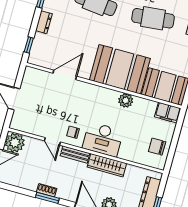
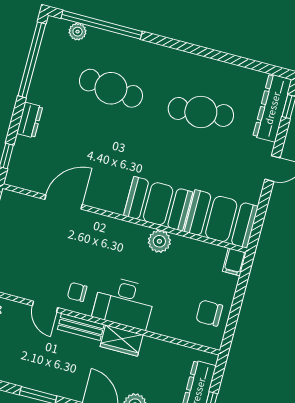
booth: (120, 69) -> (158, 204), width x0.73, depth x0.70
filing cabinet: (168, 113) -> (234, 262), width x0.50
wardrobe: (107, 165) -> (122, 341), width x0.67
shoe rack: (47, 190) -> (37, 383), removed

